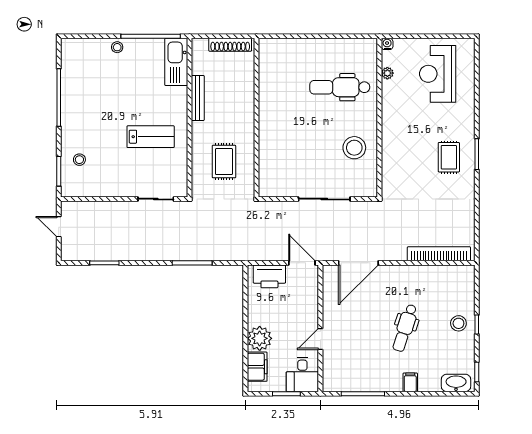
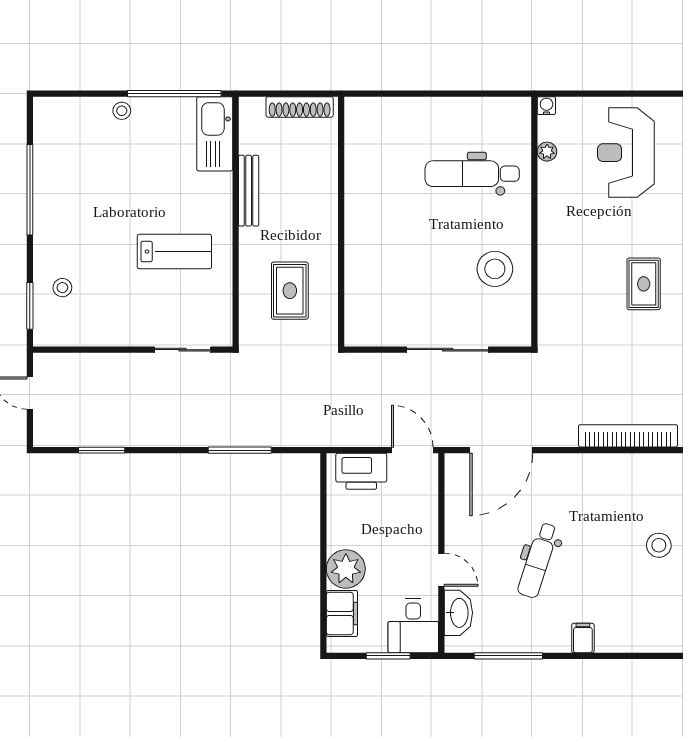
dental chair: (405, 328) -> (538, 560), moved
door: (320, 339) -> (441, 570), swing flipped
washbasin: (456, 383) -> (458, 613), moved, turned 90

